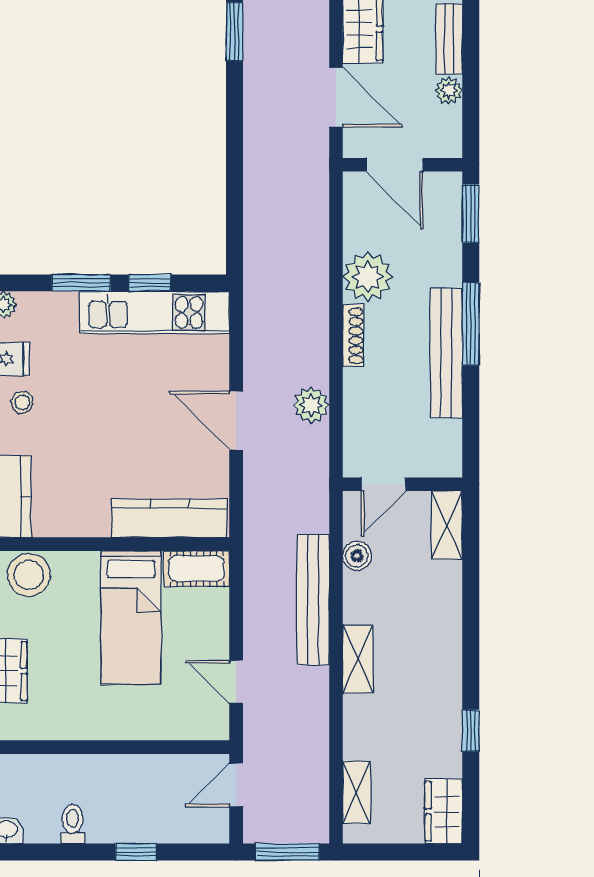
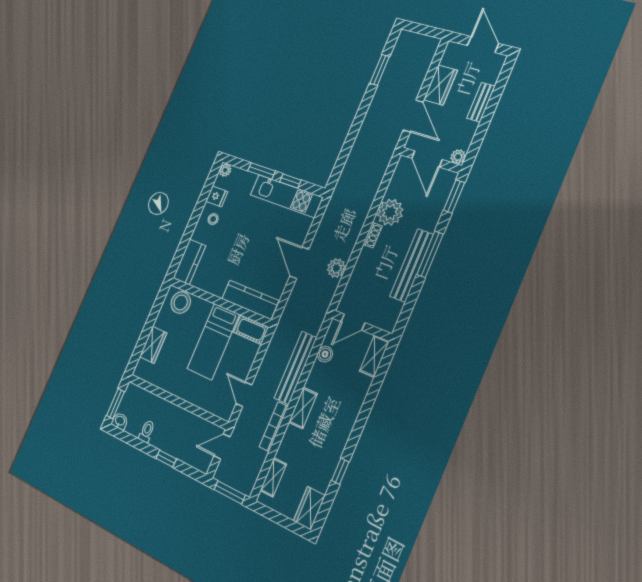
plant: (449, 90) -> (458, 157), moved
shoe rack: (353, 336) -> (373, 235), width x0.70
bookcase: (318, 712) -> (274, 427), added

